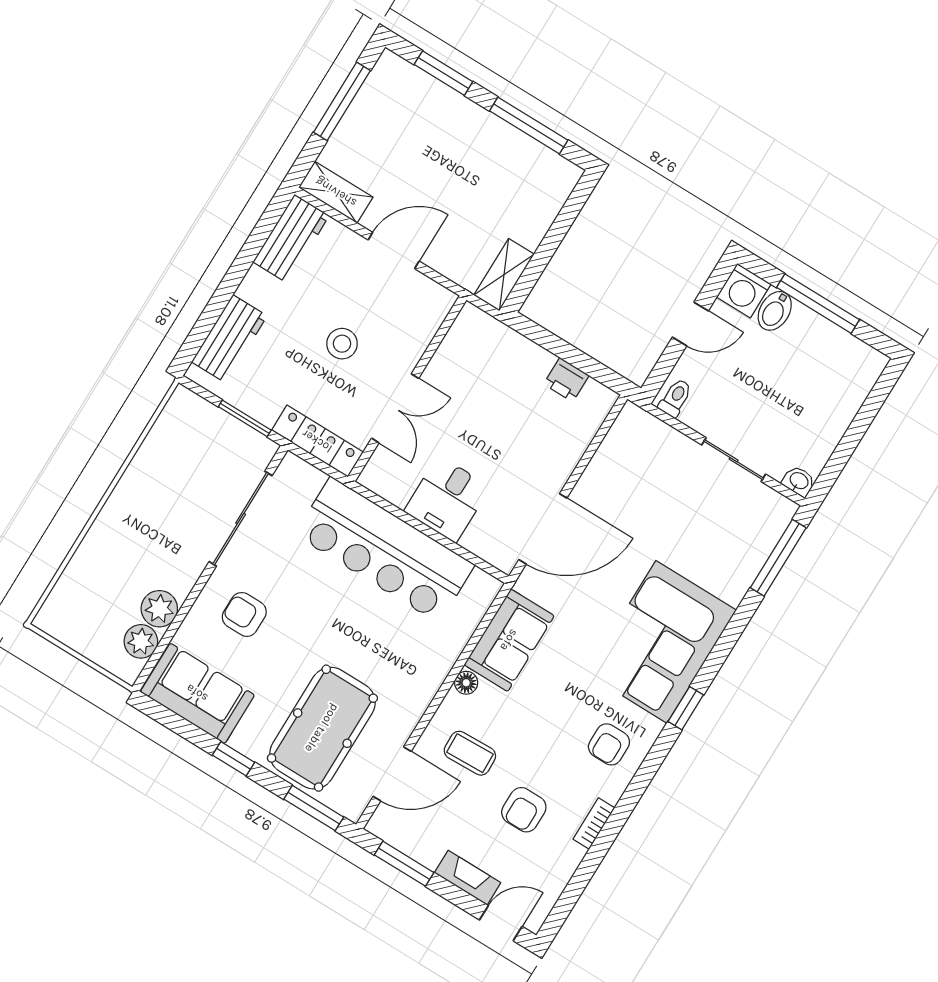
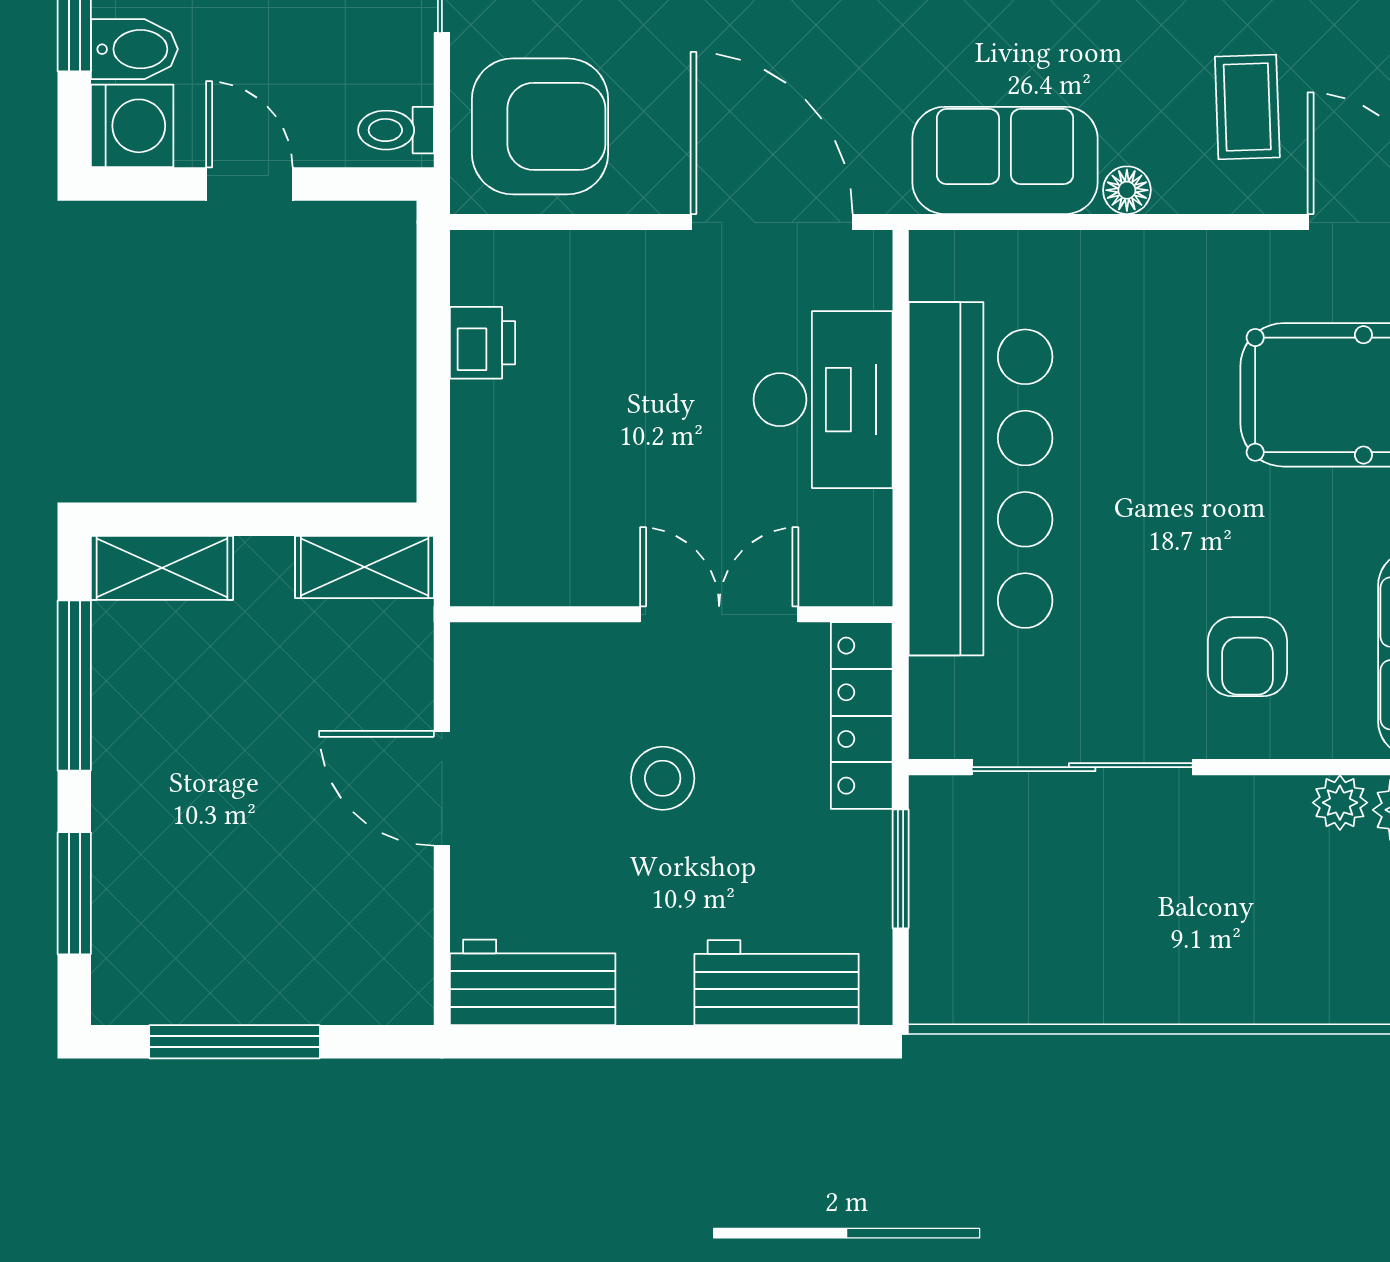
shelving: (336, 192) -> (162, 568), moved, turned 90
armchair: (641, 458) -> (540, 126), added
desk: (447, 499) -> (823, 400), width x1.37
plant: (159, 609) -> (1340, 803), width x0.73, depth x0.73

